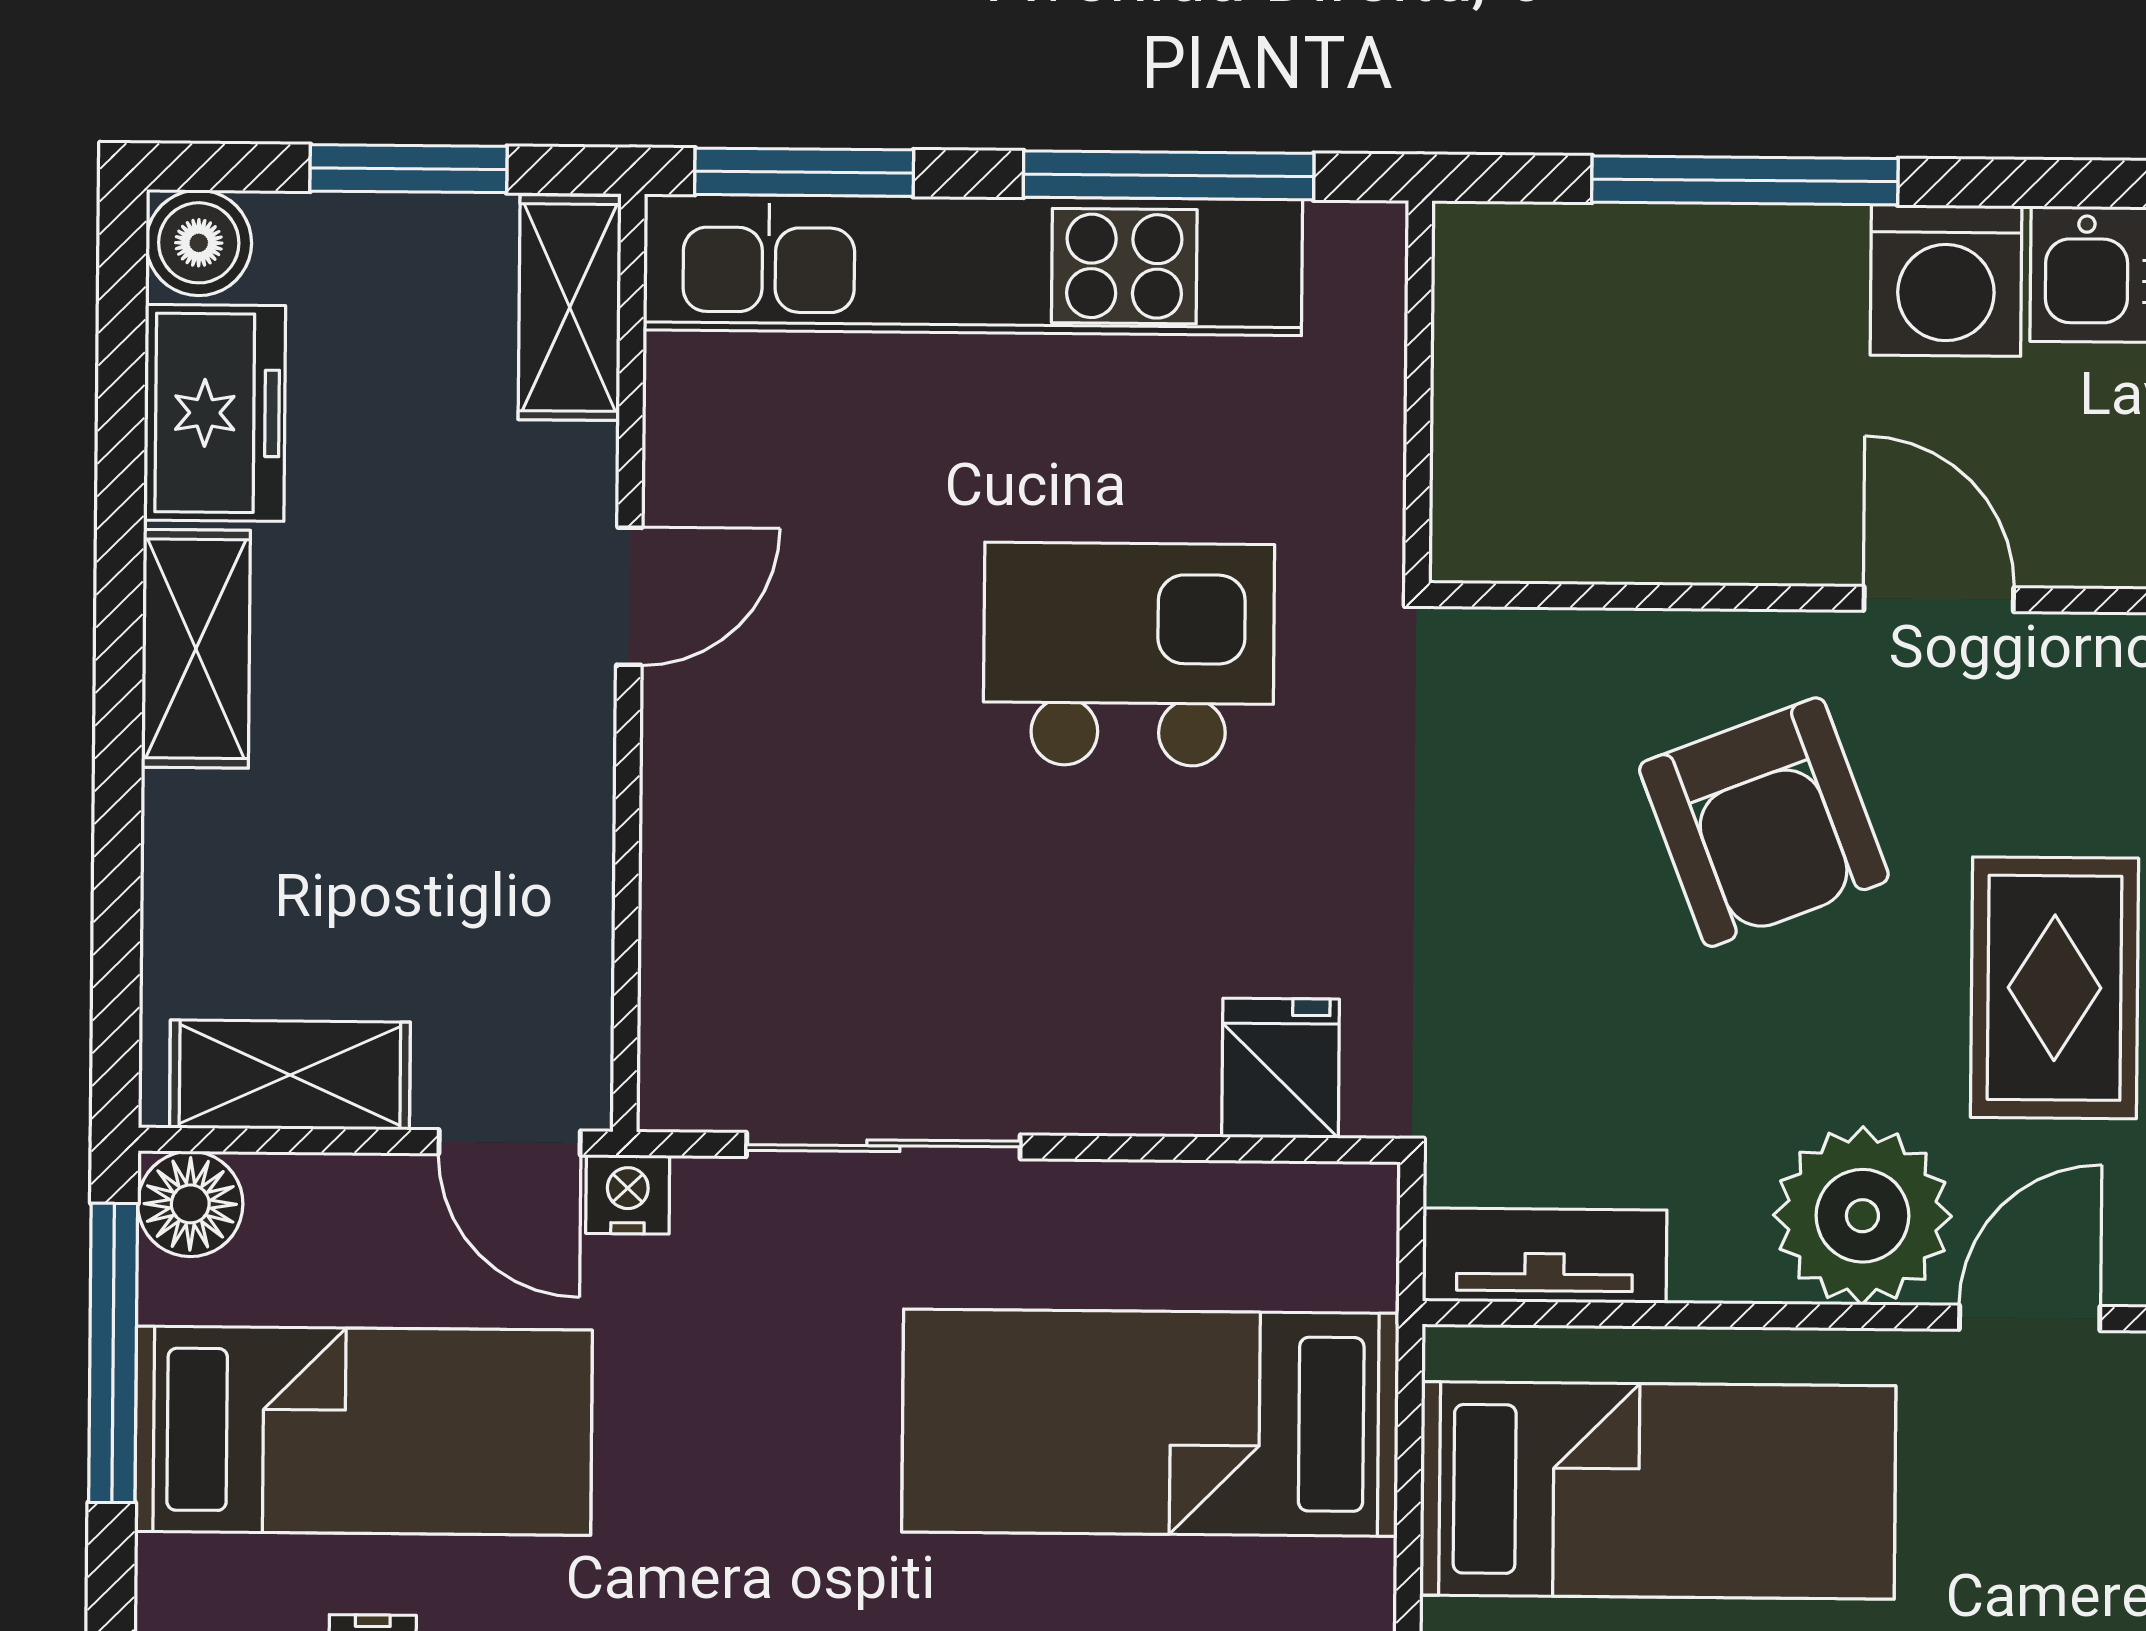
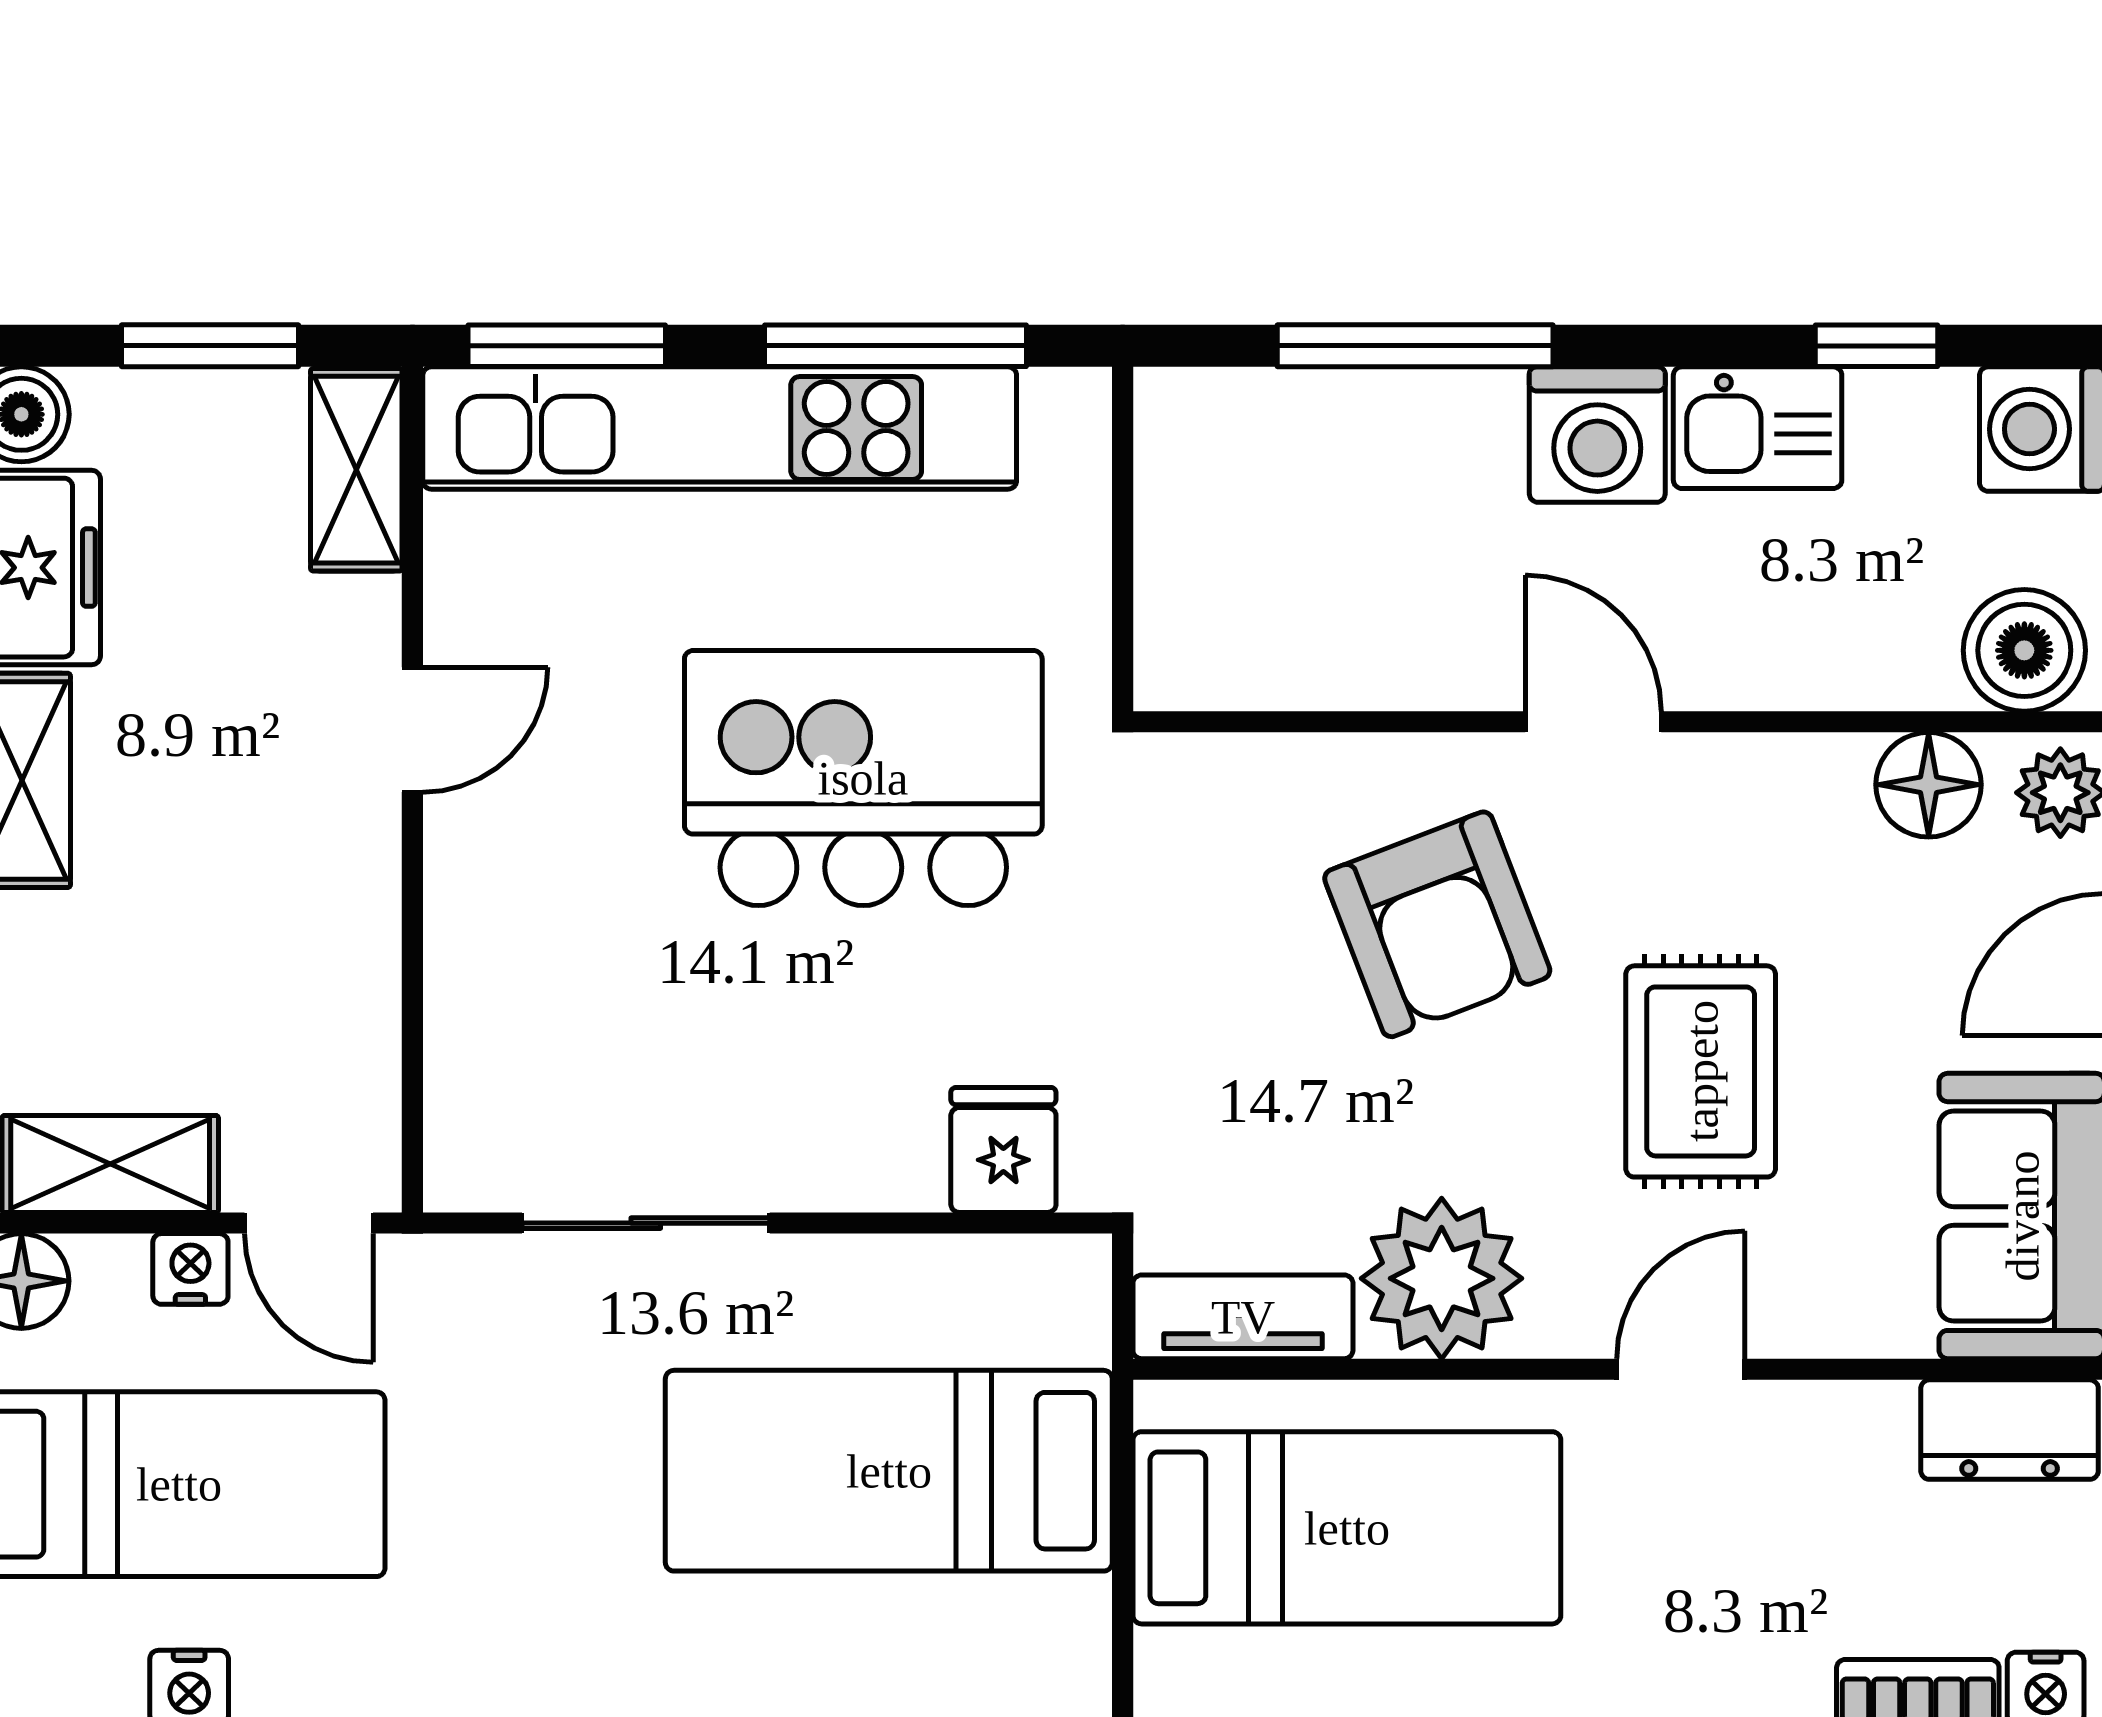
kitchen island: (1129, 654) -> (863, 778), width x1.37, depth x1.28
nightstand: (628, 1194) -> (190, 1269), moved
plant: (1862, 1216) -> (1442, 1278), moved

